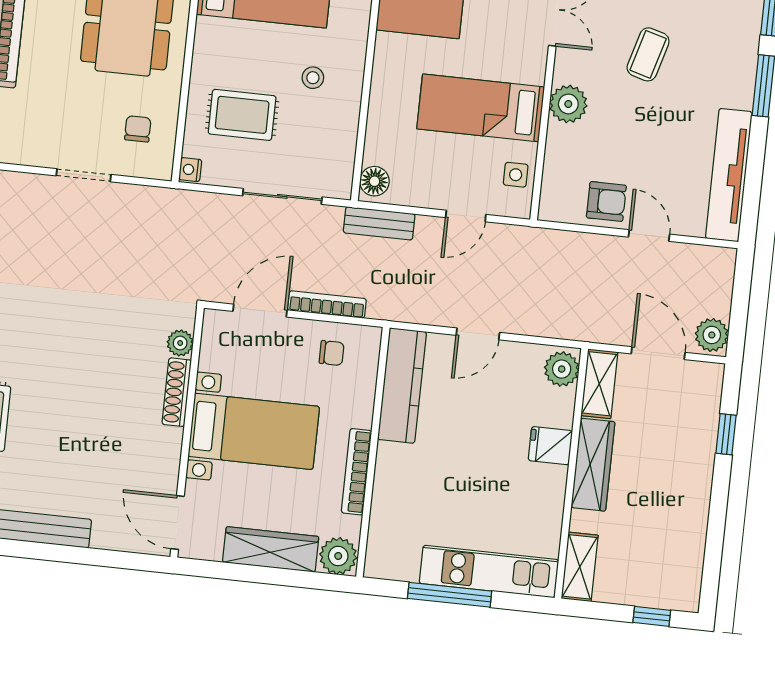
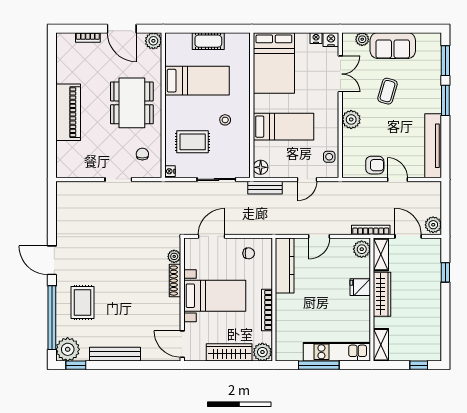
bed: (481, 108) -> (283, 127), moved, turned 180
bookcase: (327, 305) -> (371, 230), moved

